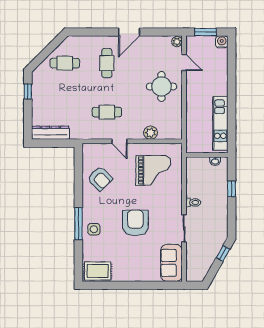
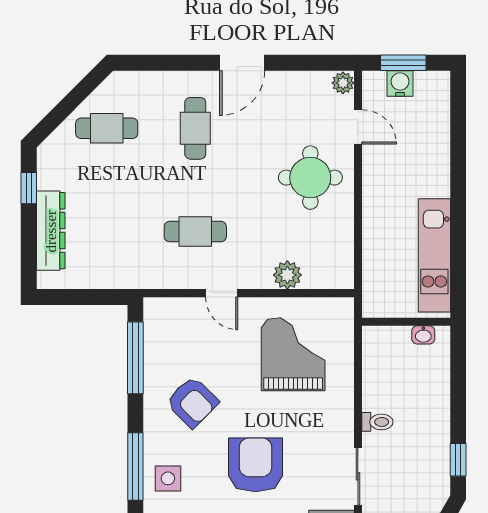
water cooler: (222, 42) -> (400, 84), moved
dresser: (50, 133) -> (51, 231), moved, turned 90
grand piano: (153, 170) -> (293, 354), turned -90
window: (78, 172) -> (135, 358), added
armchair: (100, 179) -> (192, 402), moved
window: (232, 189) -> (458, 460), moved

